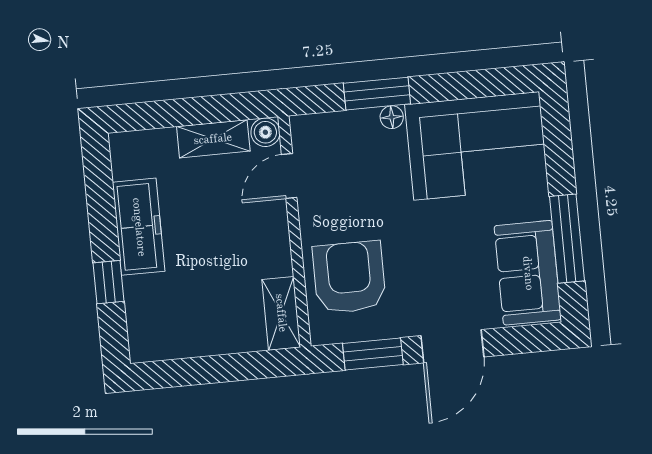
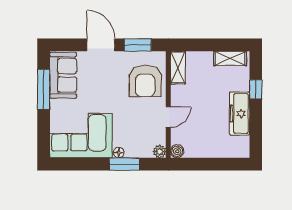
plant: (304, 128) -> (160, 152), added
shelving: (213, 139) -> (230, 58), moved
door: (289, 176) -> (168, 117), moved
door: (452, 346) -> (101, 45), hinge flipped

